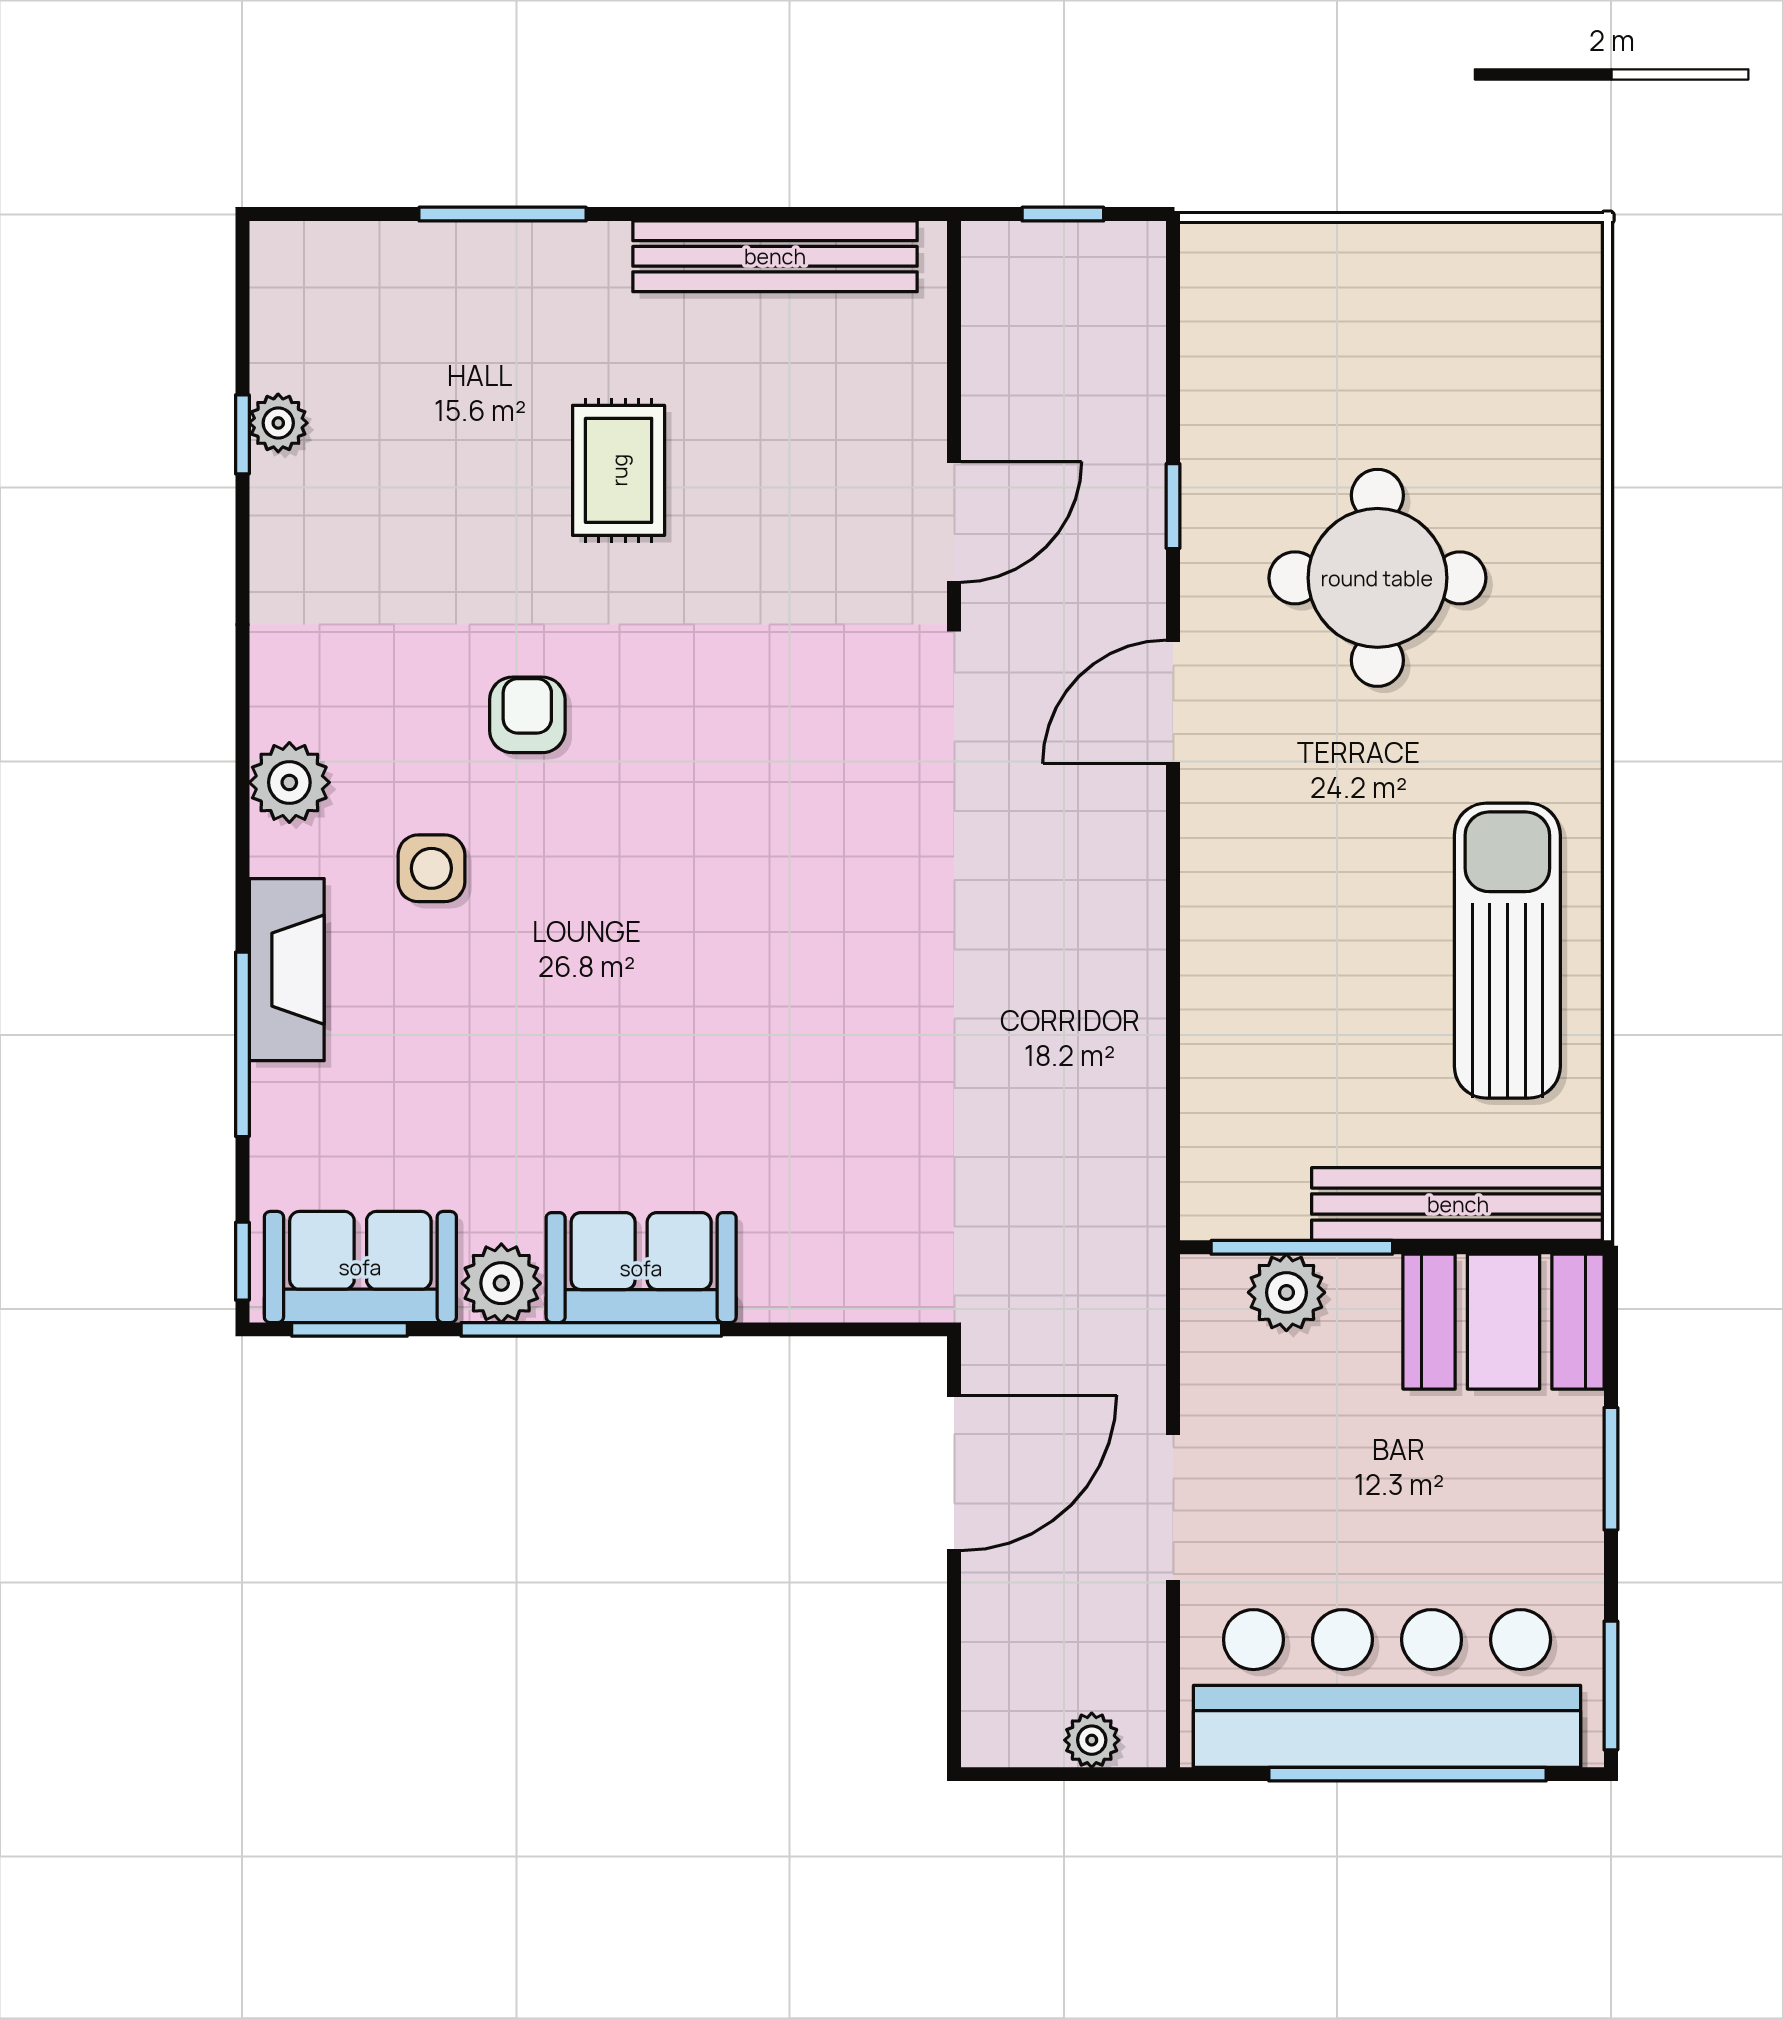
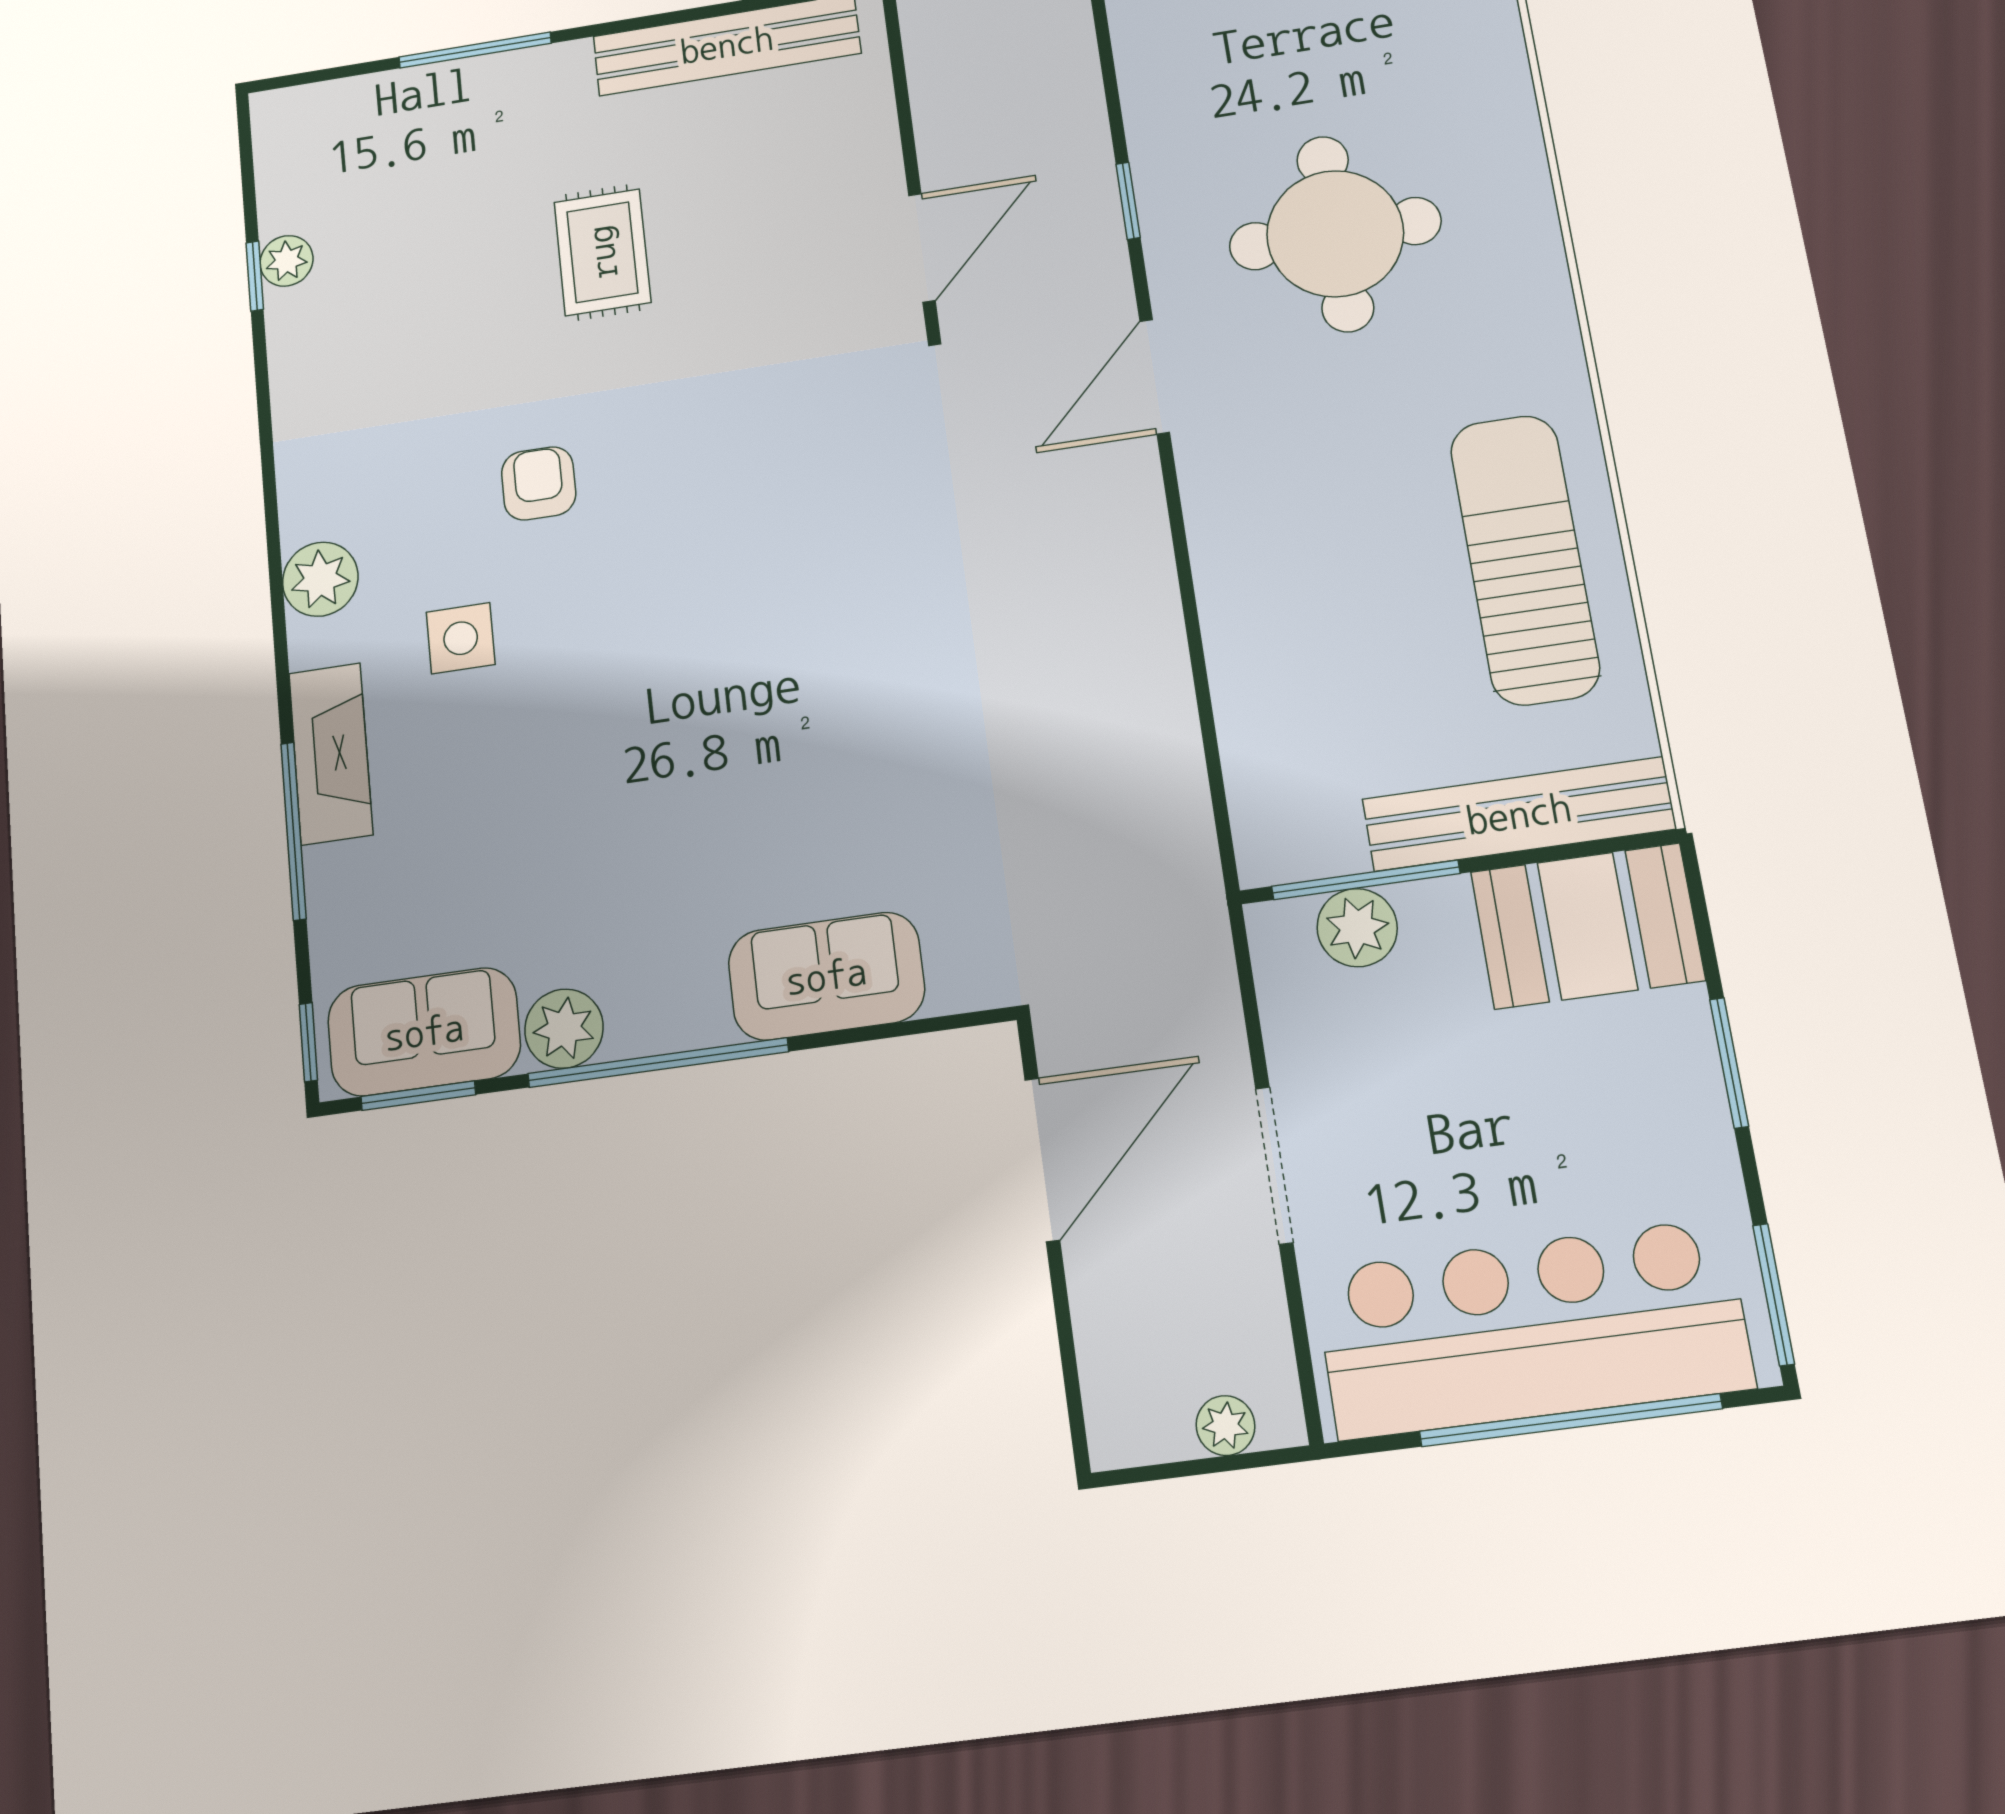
sofa: (641, 1268) -> (826, 976), moved

